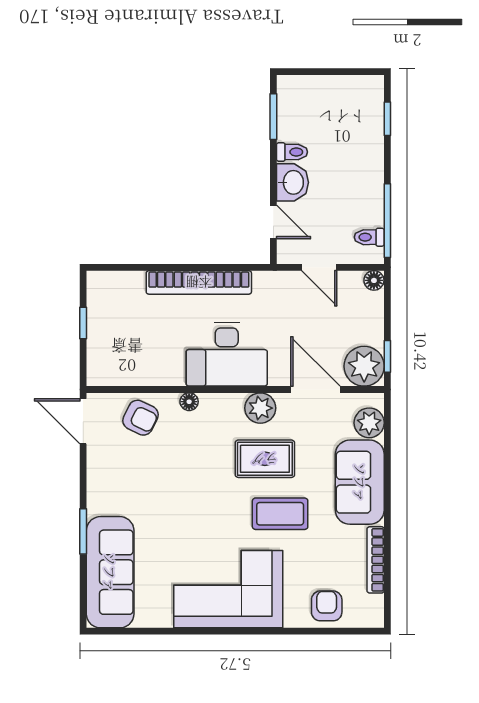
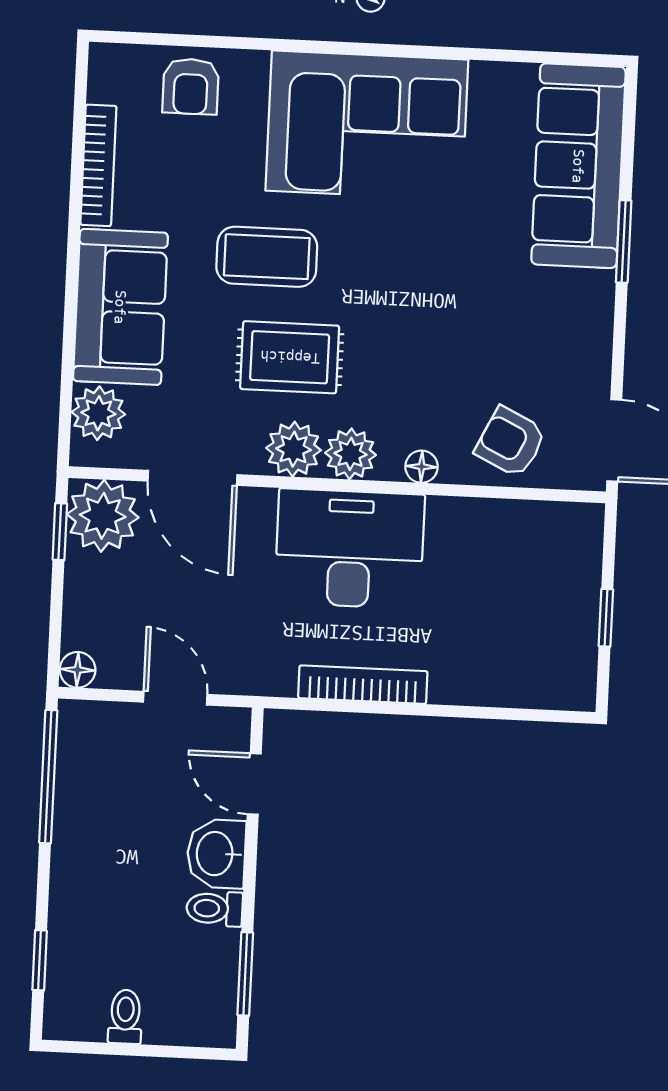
toilet: (369, 237) -> (125, 1017), moved, turned -90
bookcase: (199, 282) -> (363, 685), width x0.68, depth x0.76
plant: (229, 407) -> (351, 454), added

